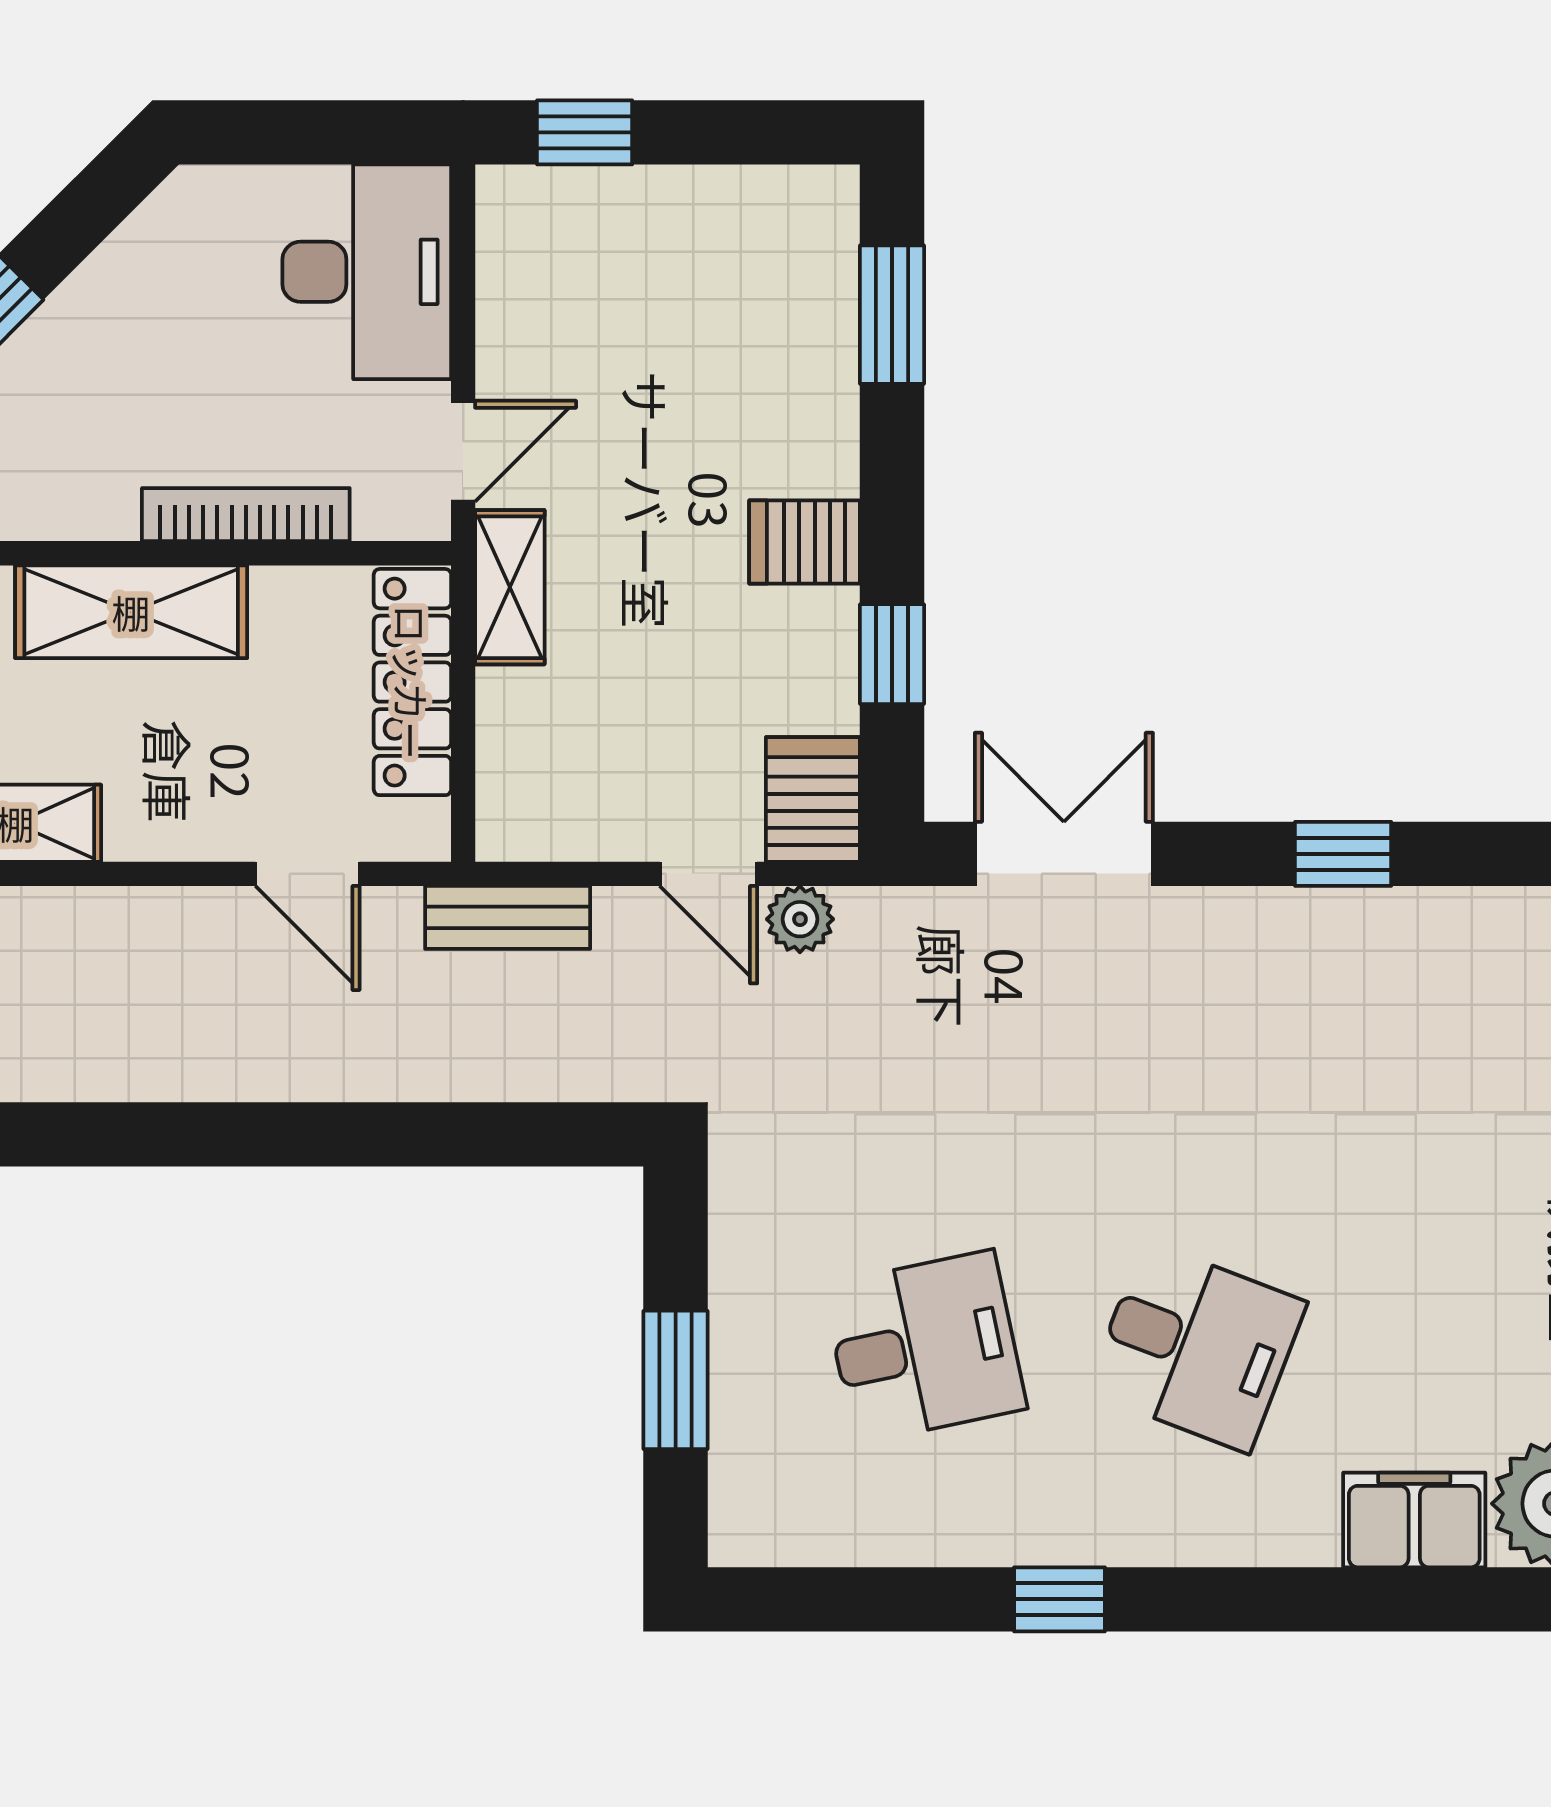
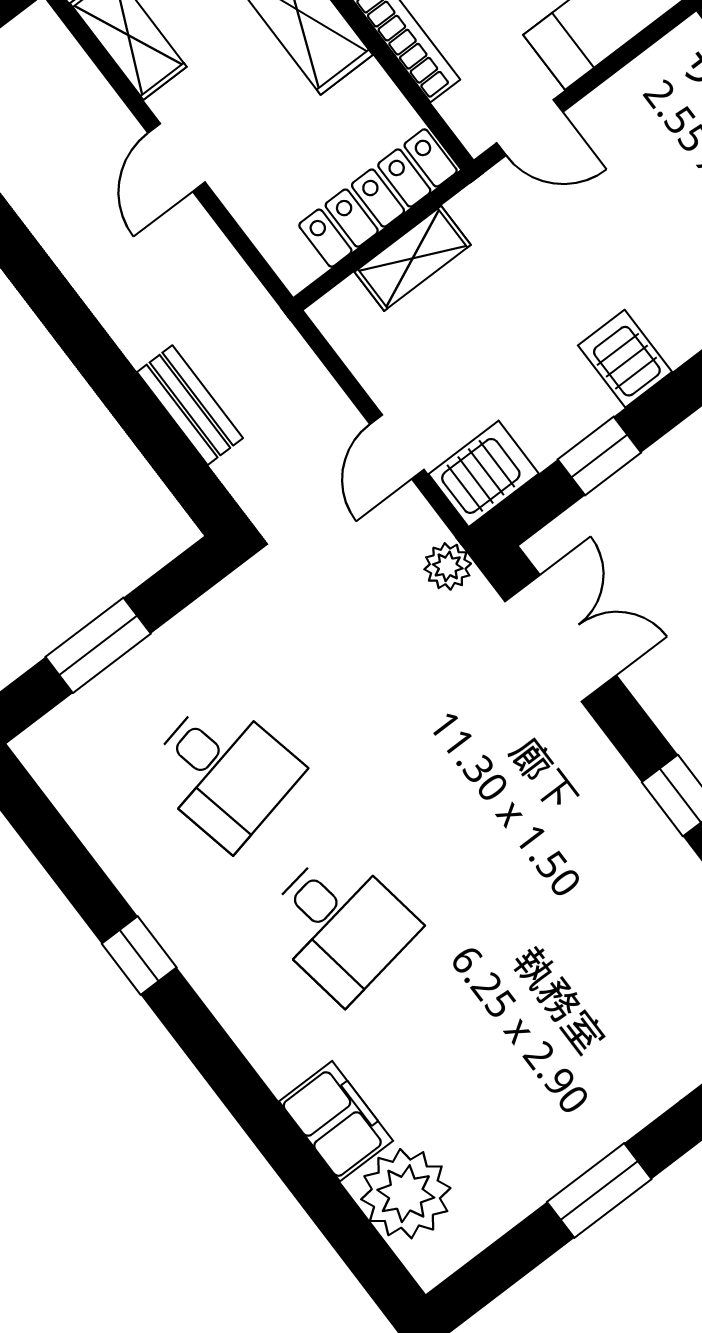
shelving: (510, 587) -> (413, 258), moved
door: (308, 874) -> (177, 158), moved
bench: (508, 917) -> (190, 405), moved
plant: (800, 919) -> (448, 566), moved
desk: (1197, 1347) -> (340, 924), turned -30

